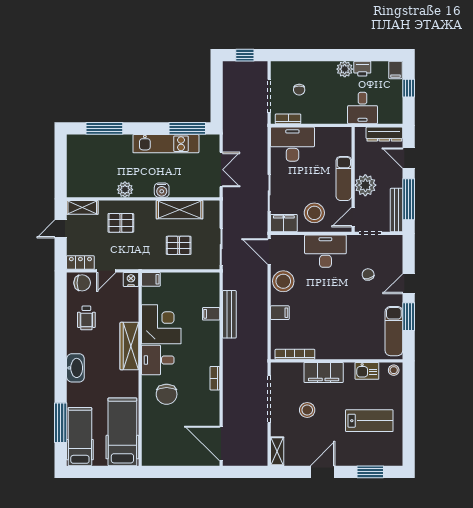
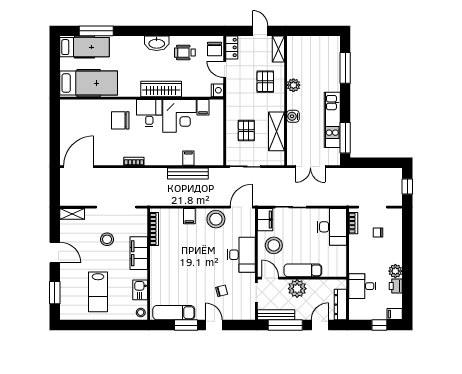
filing cabinet: (151, 279) -> (203, 107), moved
washbasin: (75, 368) -> (157, 43), moved

